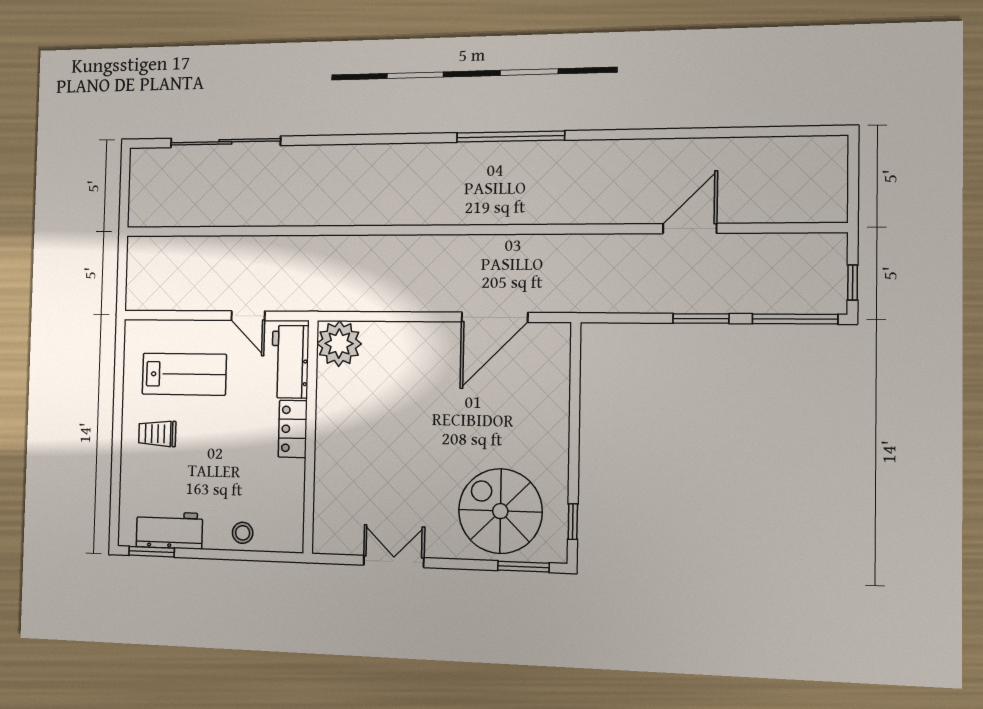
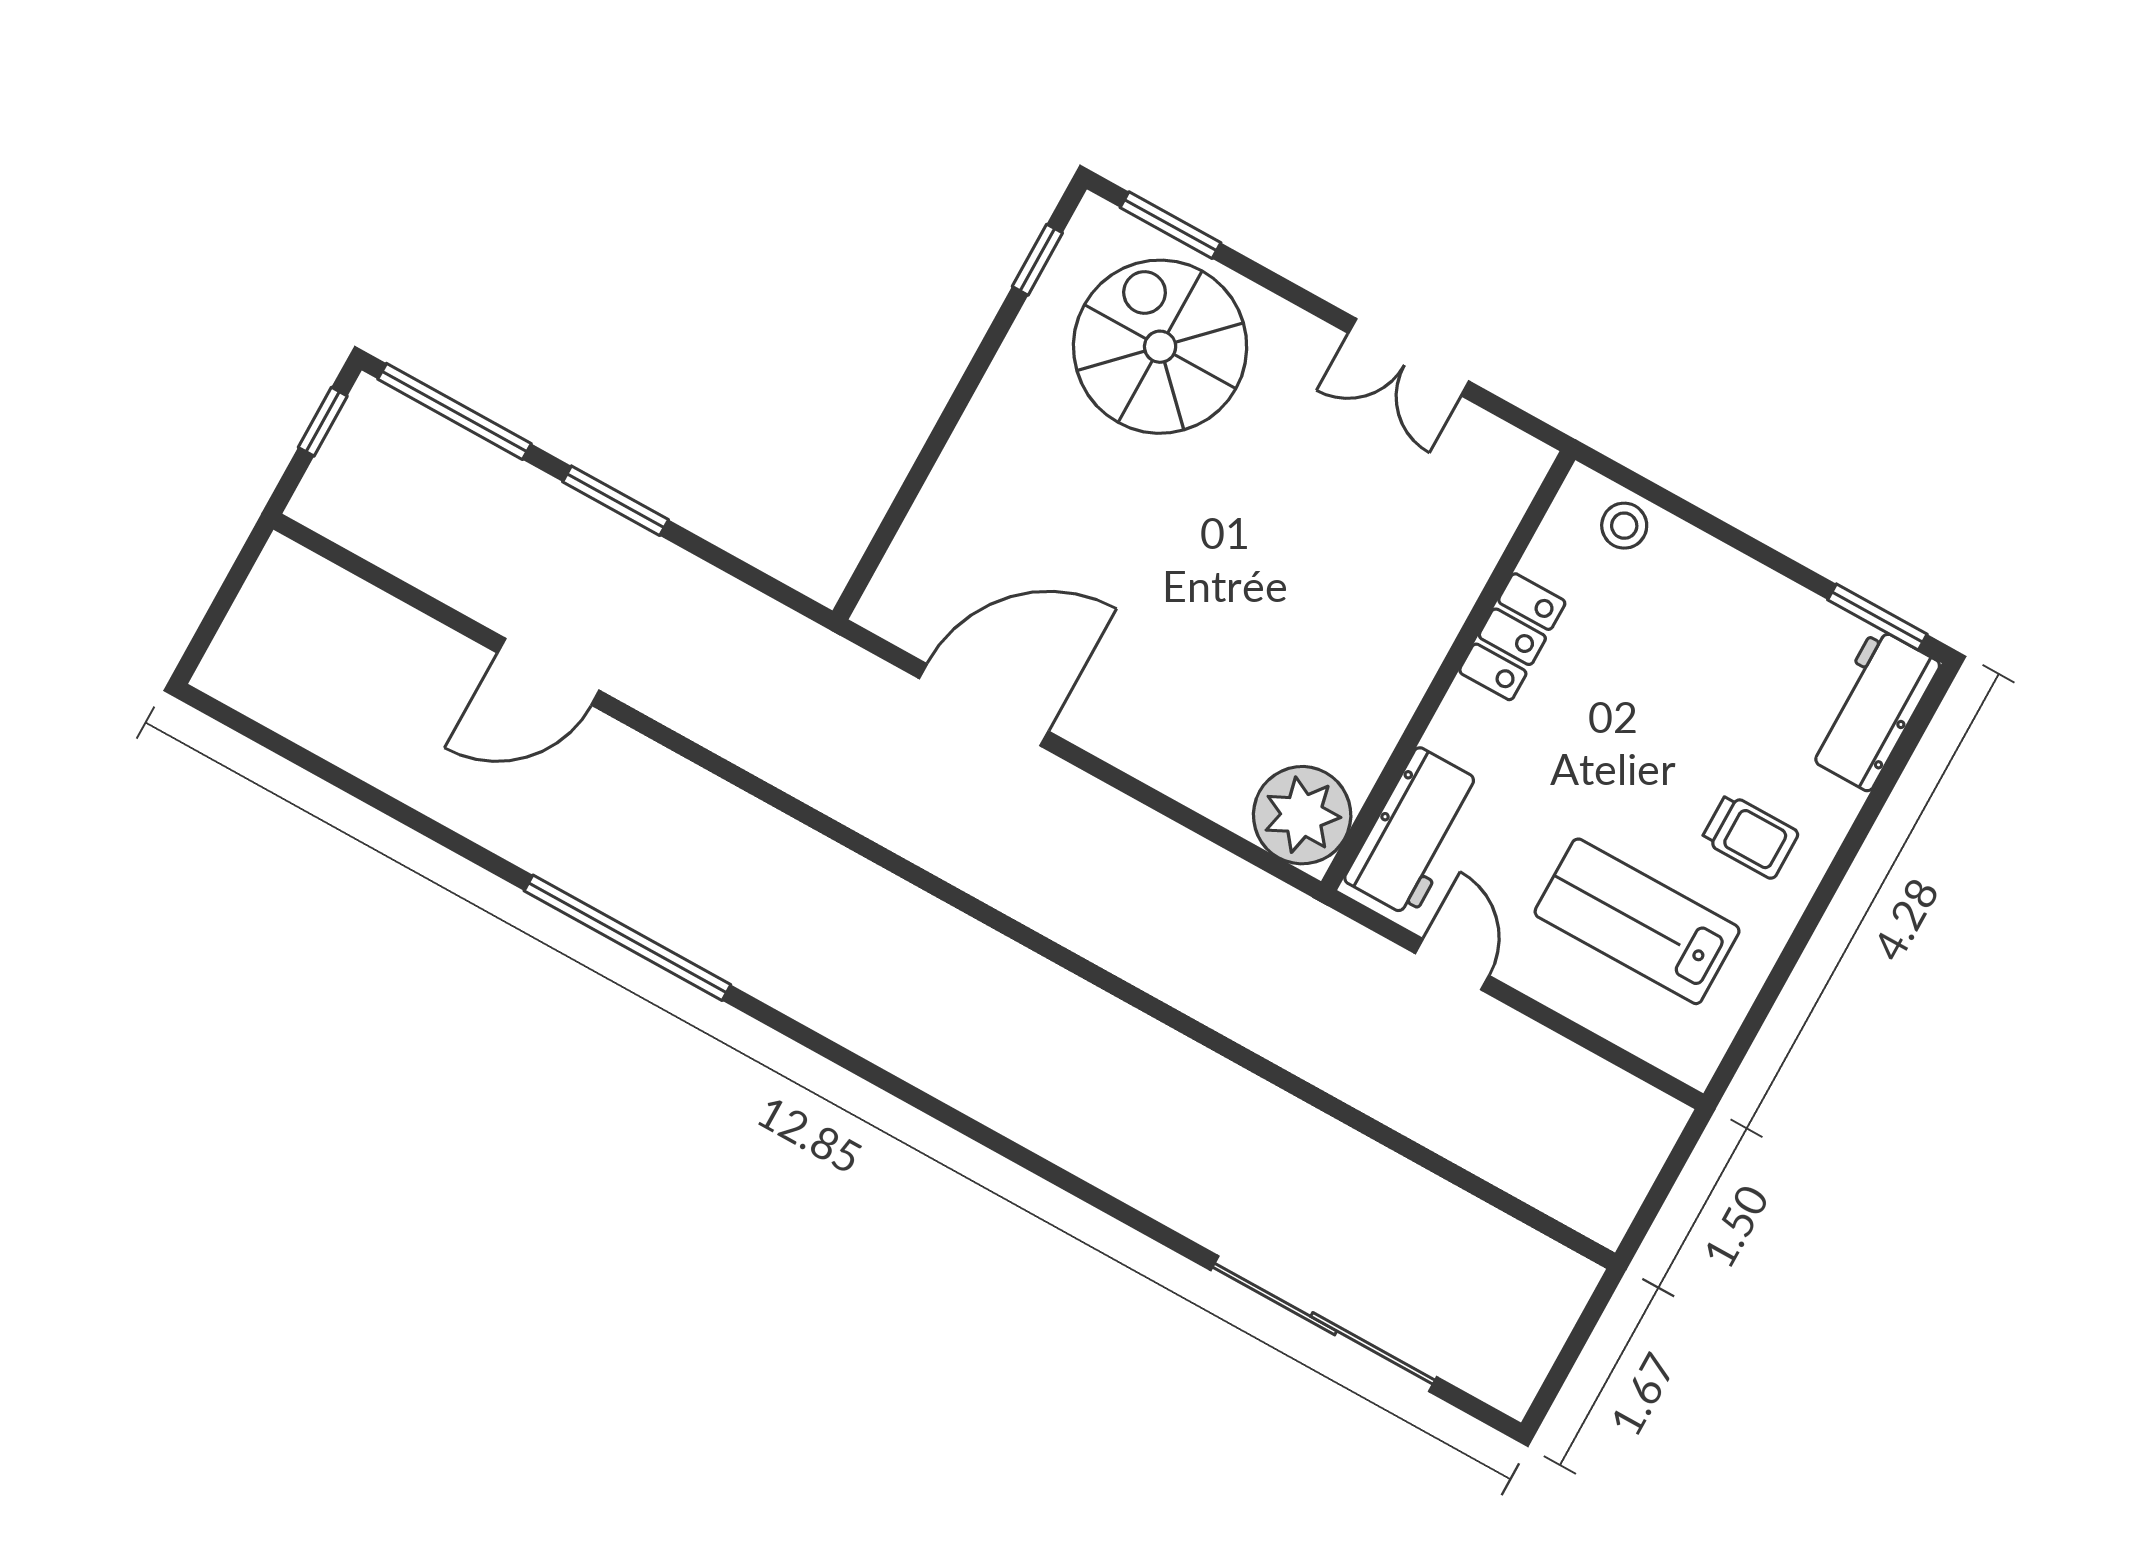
window: (510, 136) -> (627, 938), moved
locker: (293, 429) -> (1512, 637), moved
spiral stairs: (500, 511) -> (1160, 347), turned 180
workbench: (169, 530) -> (1872, 710), moved, turned 90
stool: (243, 533) -> (1624, 526), moved

